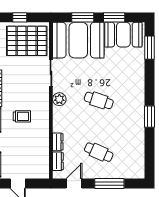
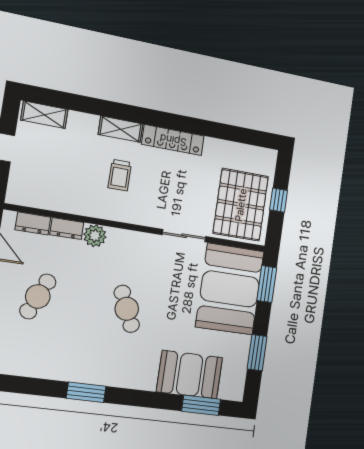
window: (83, 17) -> (267, 284), moved
booth: (123, 35) -> (190, 375), moved, turned 90
plant: (59, 99) -> (95, 236), moved
cafe table: (99, 100) -> (127, 309), turned -42

